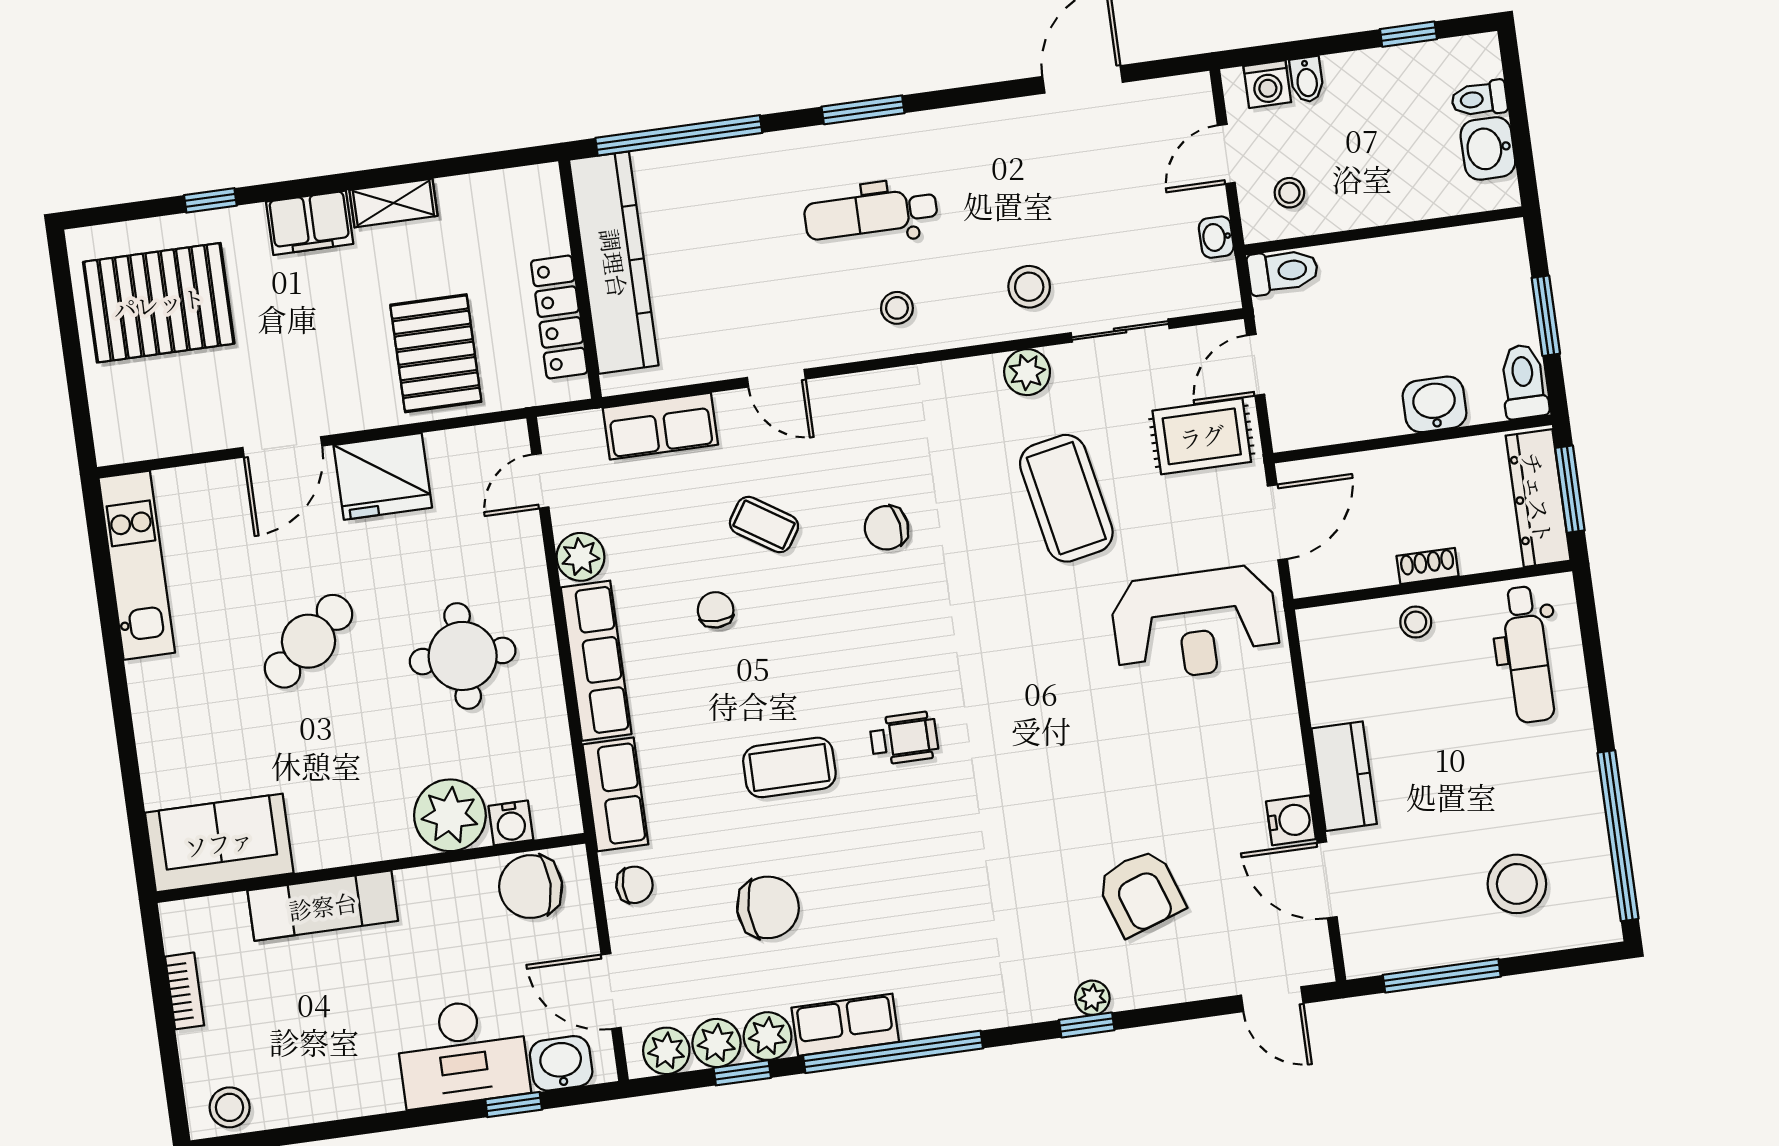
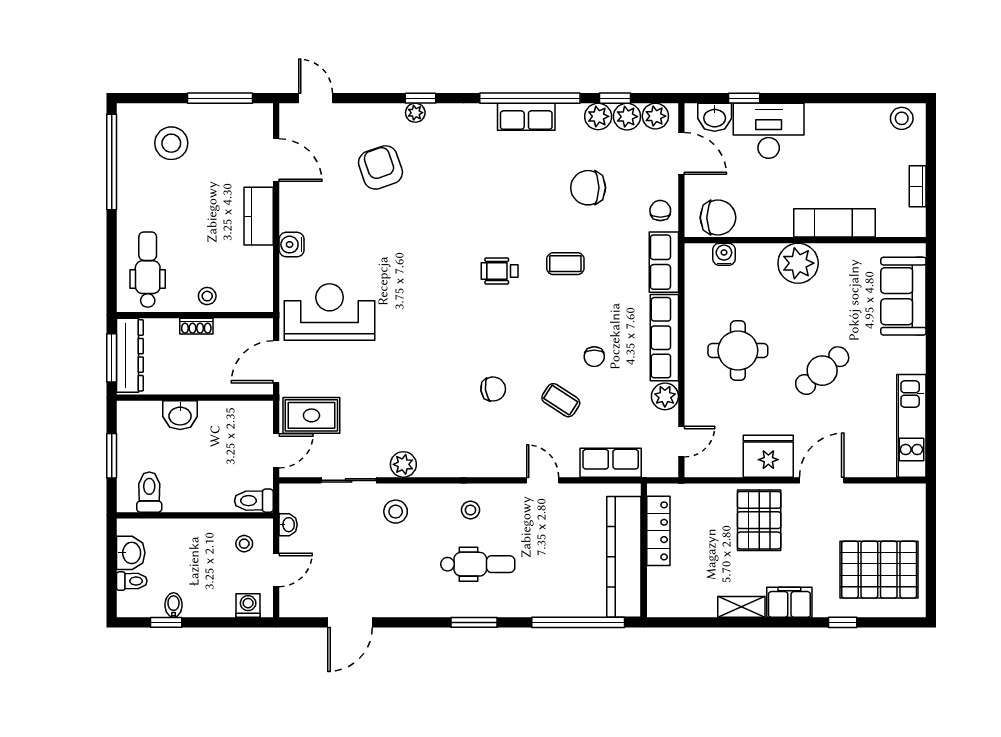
bidet: (1307, 80) -> (174, 605), moved
pallet: (436, 353) -> (759, 520), moved
toilet: (1524, 382) -> (149, 492), moved, turned 180
coffee table: (1066, 498) -> (391, 391), removed
coffee table: (789, 767) -> (565, 264), width x0.73, depth x0.77
plant: (450, 815) -> (798, 263), moved
water cooler: (1291, 820) -> (292, 245), moved
sofa: (219, 843) -> (903, 296), moved, turned 90
chair: (634, 885) -> (660, 211), turned 90
row of seats: (845, 1025) -> (526, 117), moved

